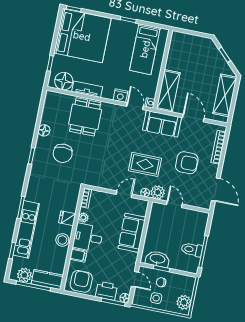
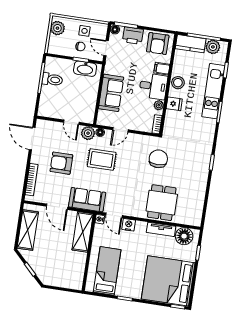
floor lamp: (44, 130) -> (201, 188), removed
chair: (63, 153) -> (158, 159), moved

